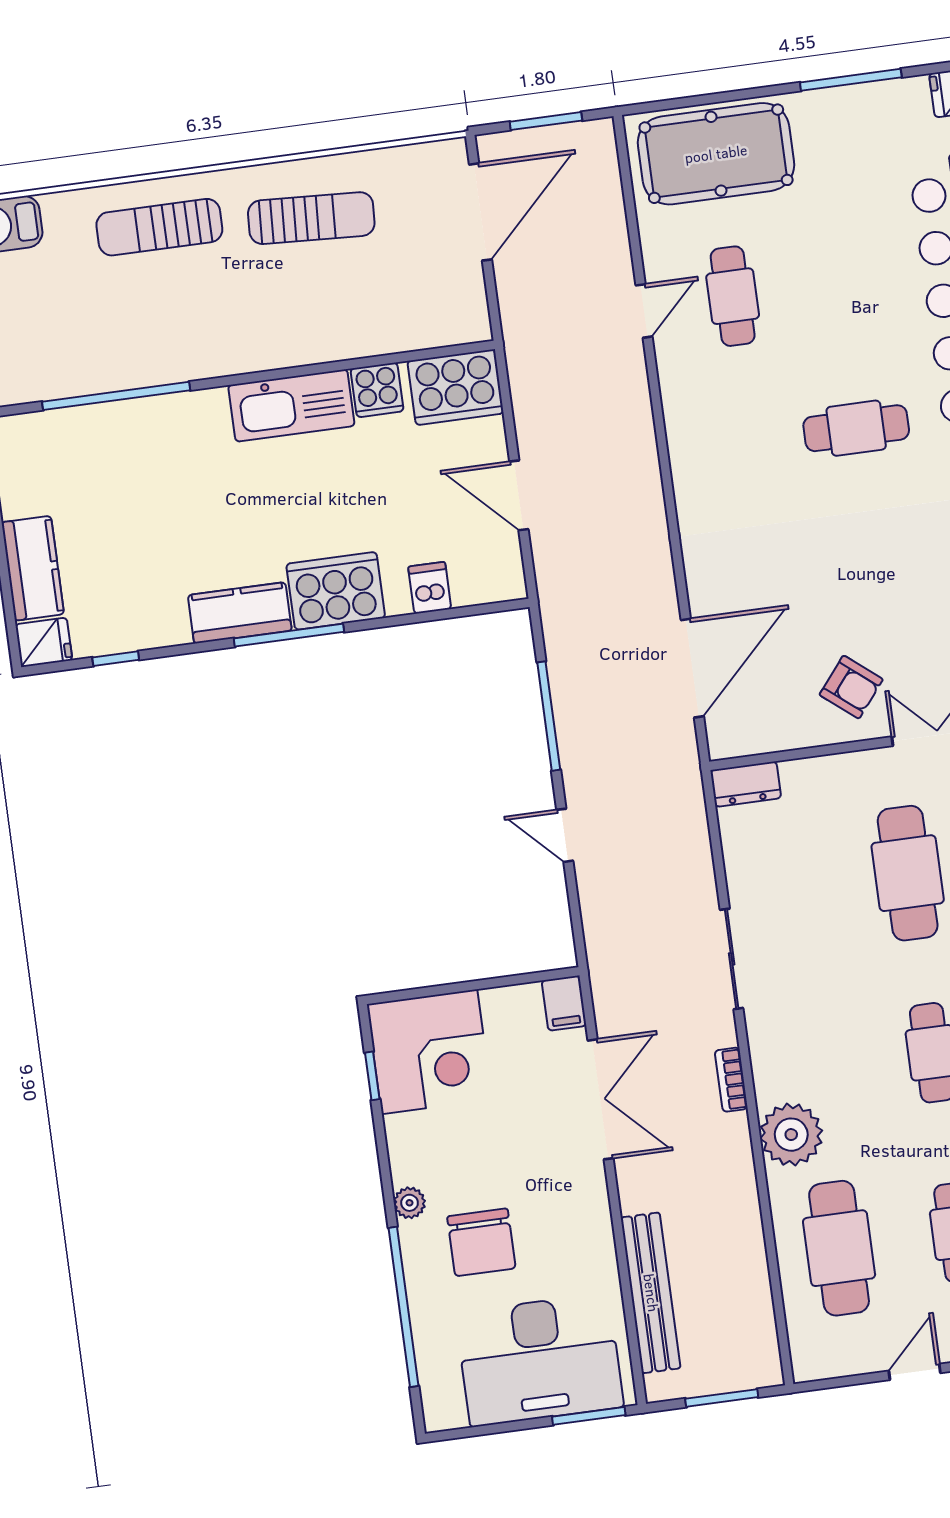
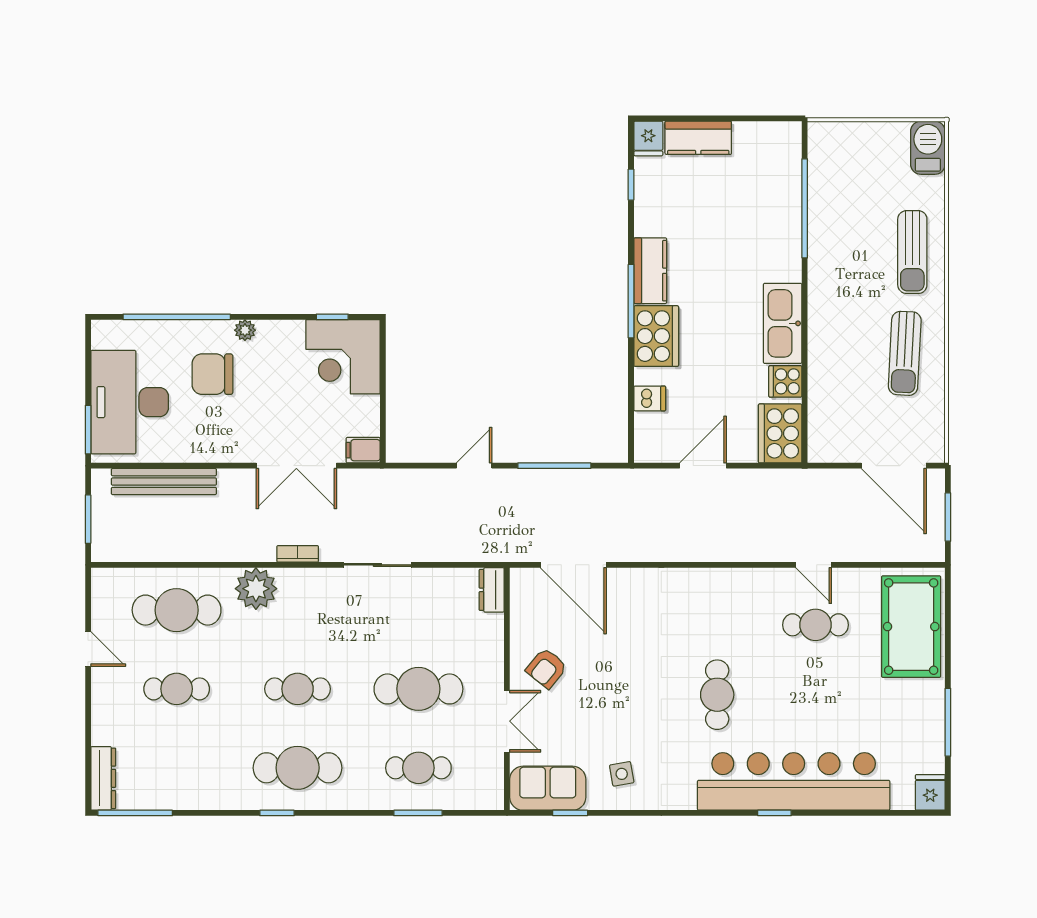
sun lounger: (159, 227) -> (912, 252), turned 180

